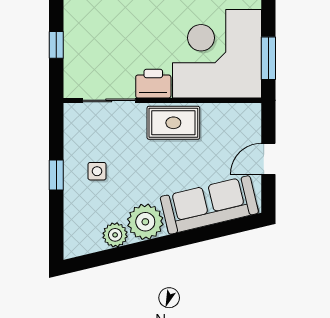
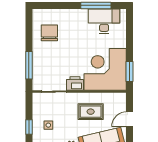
window: (56, 45) -> (29, 65), width x2.17
rug: (173, 123) -> (91, 112), moved

